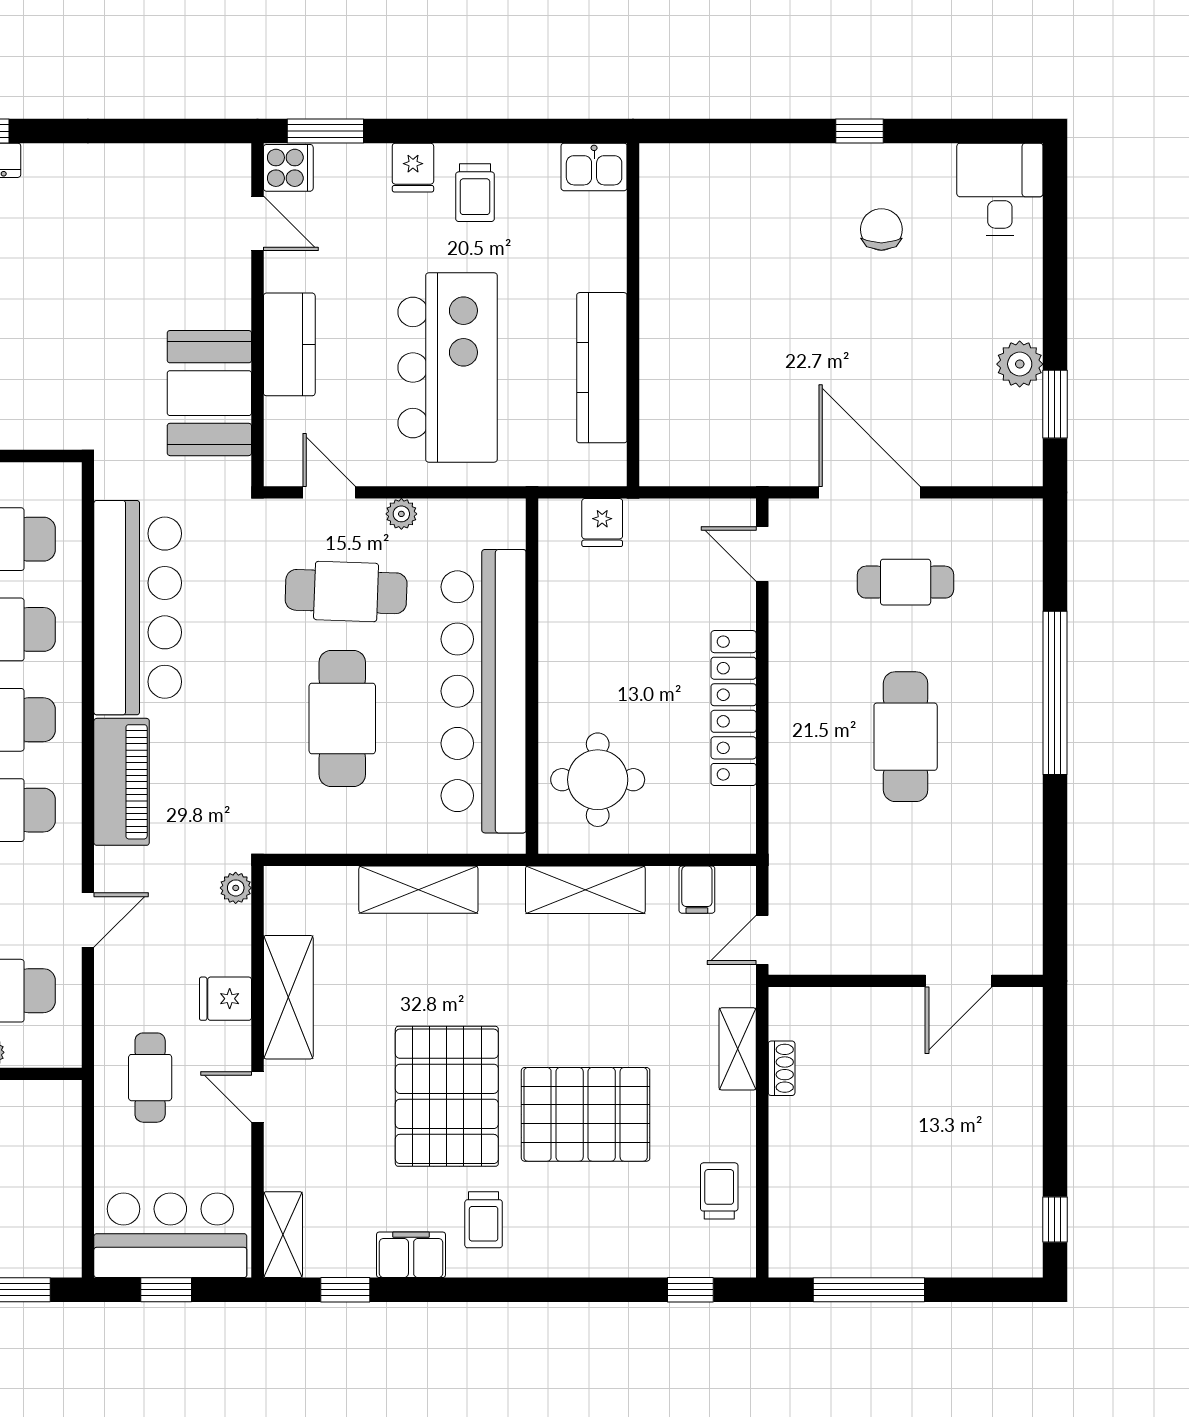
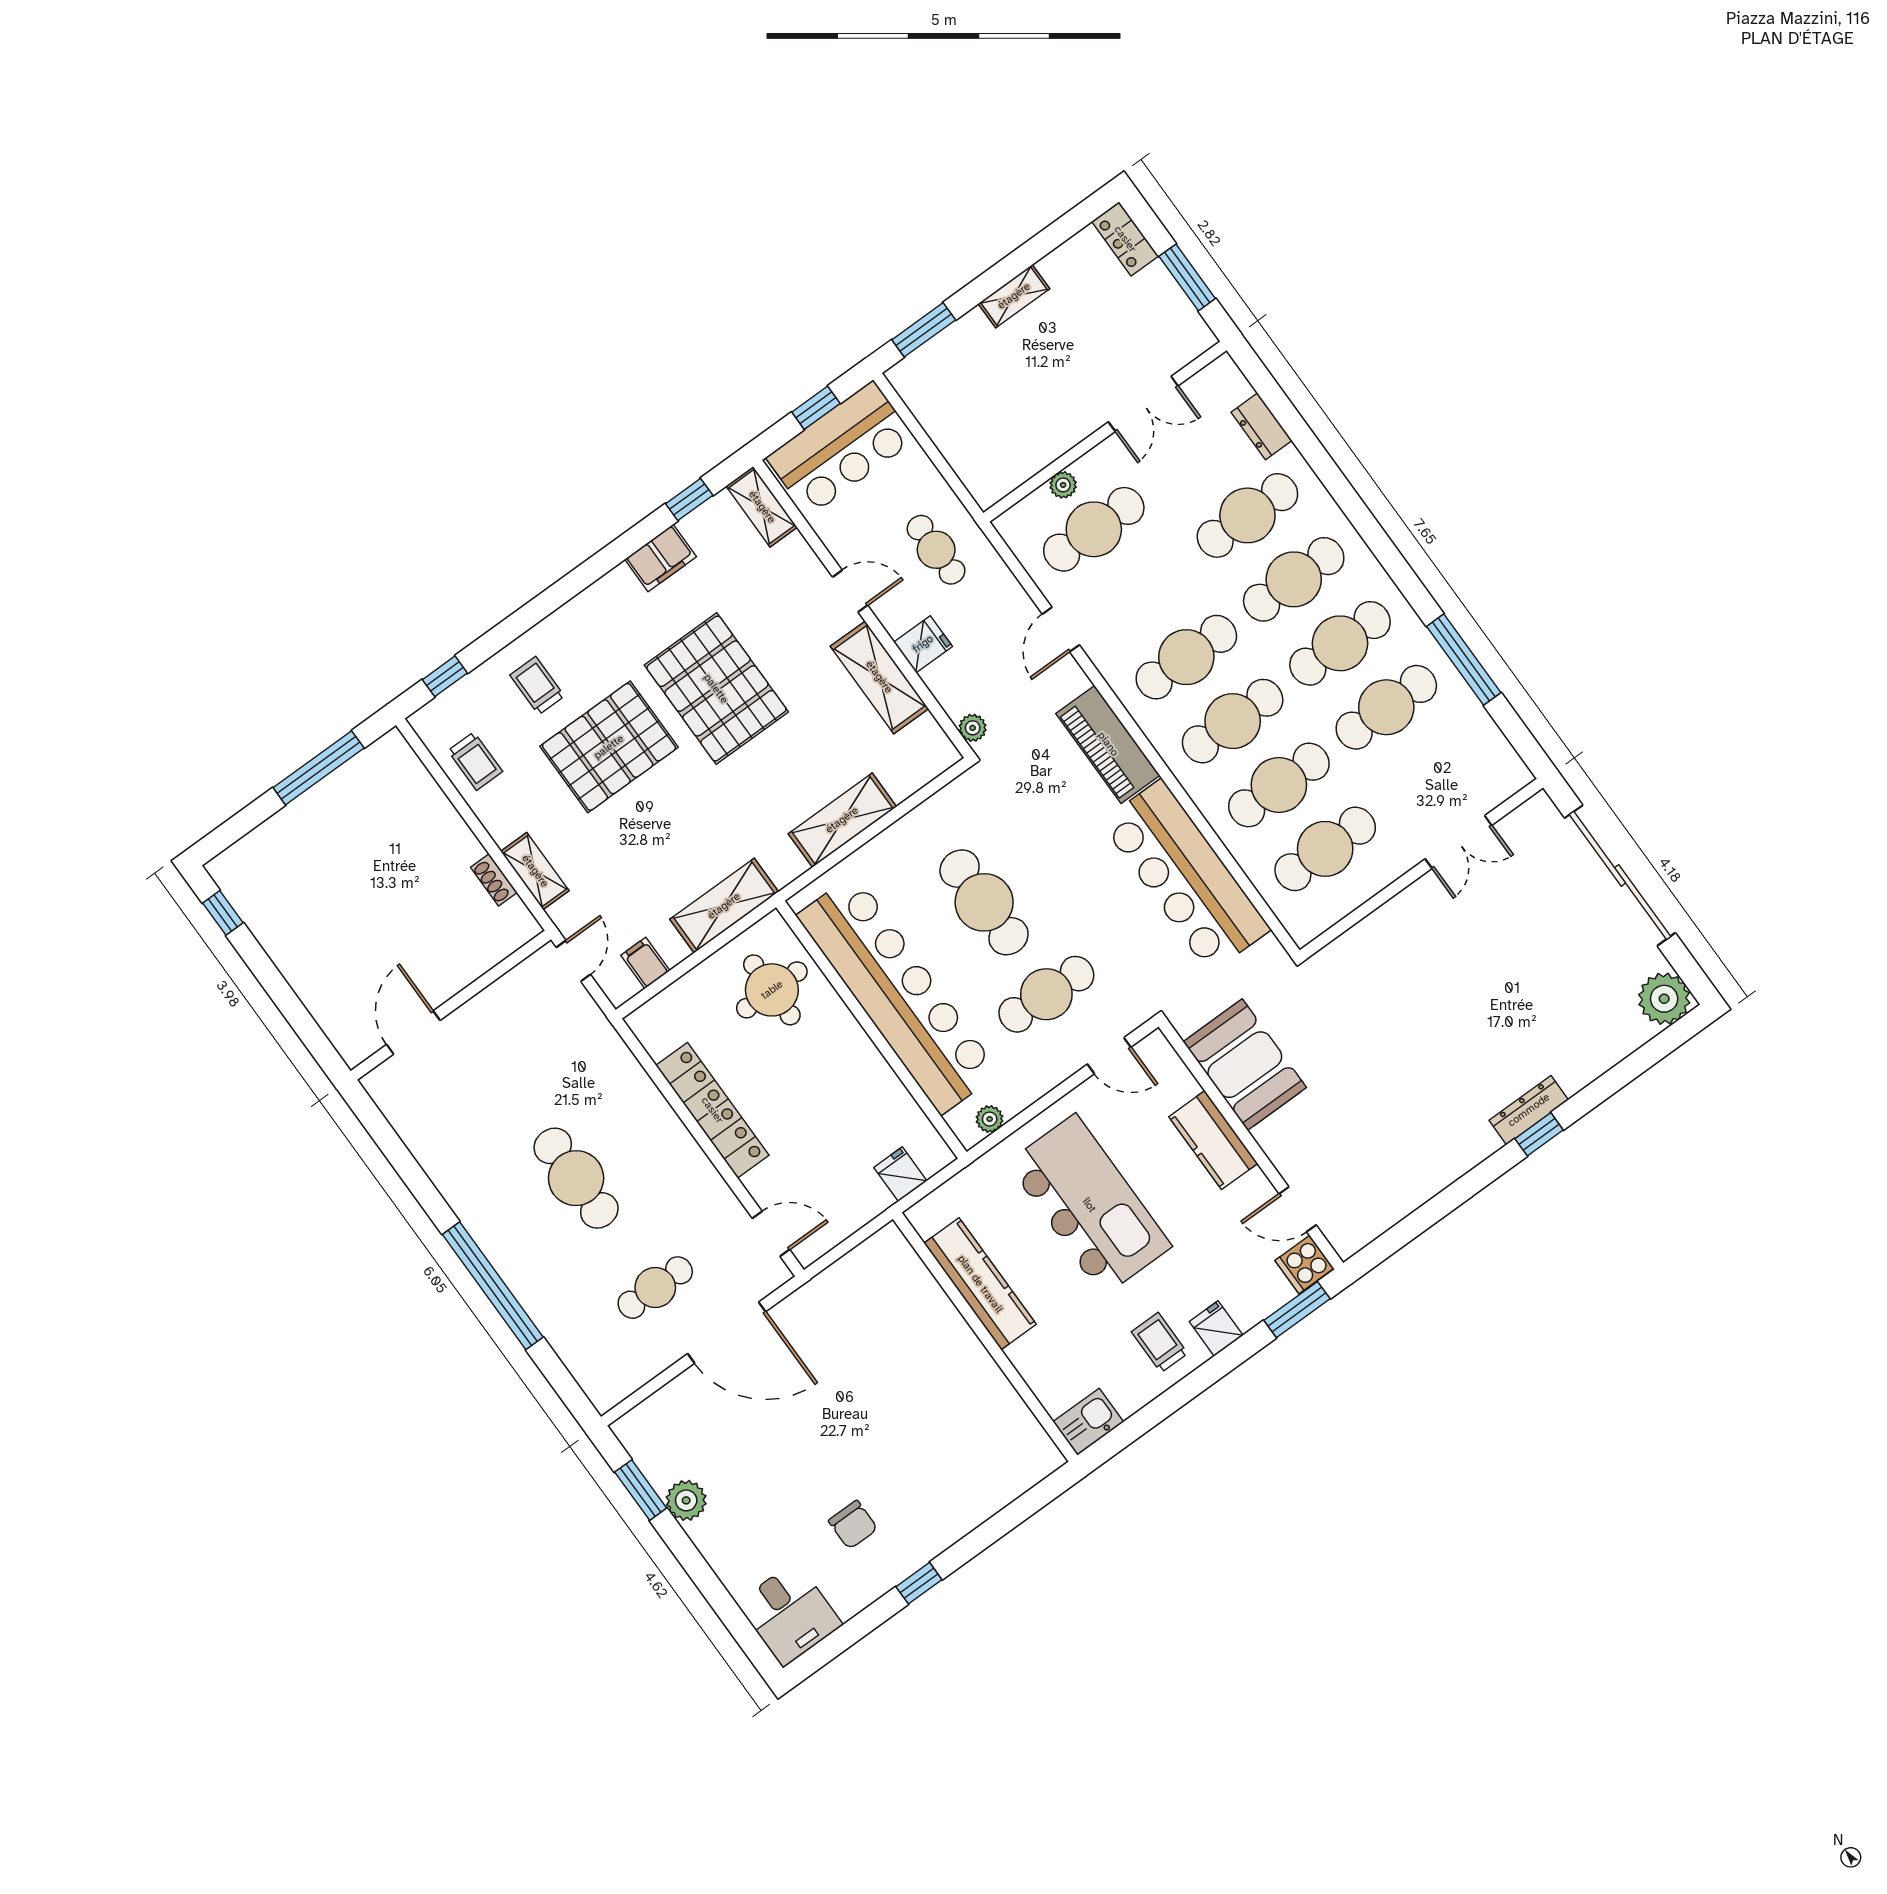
kitchen island: (448, 368) -> (1089, 1205), turned 180
plant: (401, 514) -> (990, 1119), moved
trolley: (484, 1220) -> (537, 685), moved

